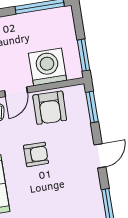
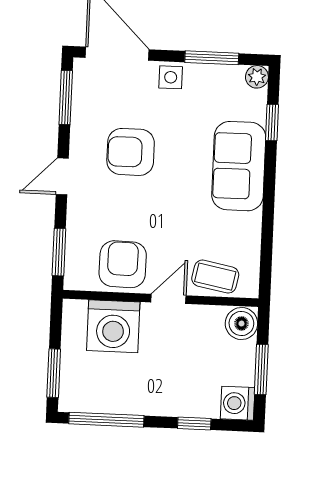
window: (84, 55) -> (54, 373), moved
armchair: (36, 154) -> (131, 152), moved, width x1.38, depth x1.38

